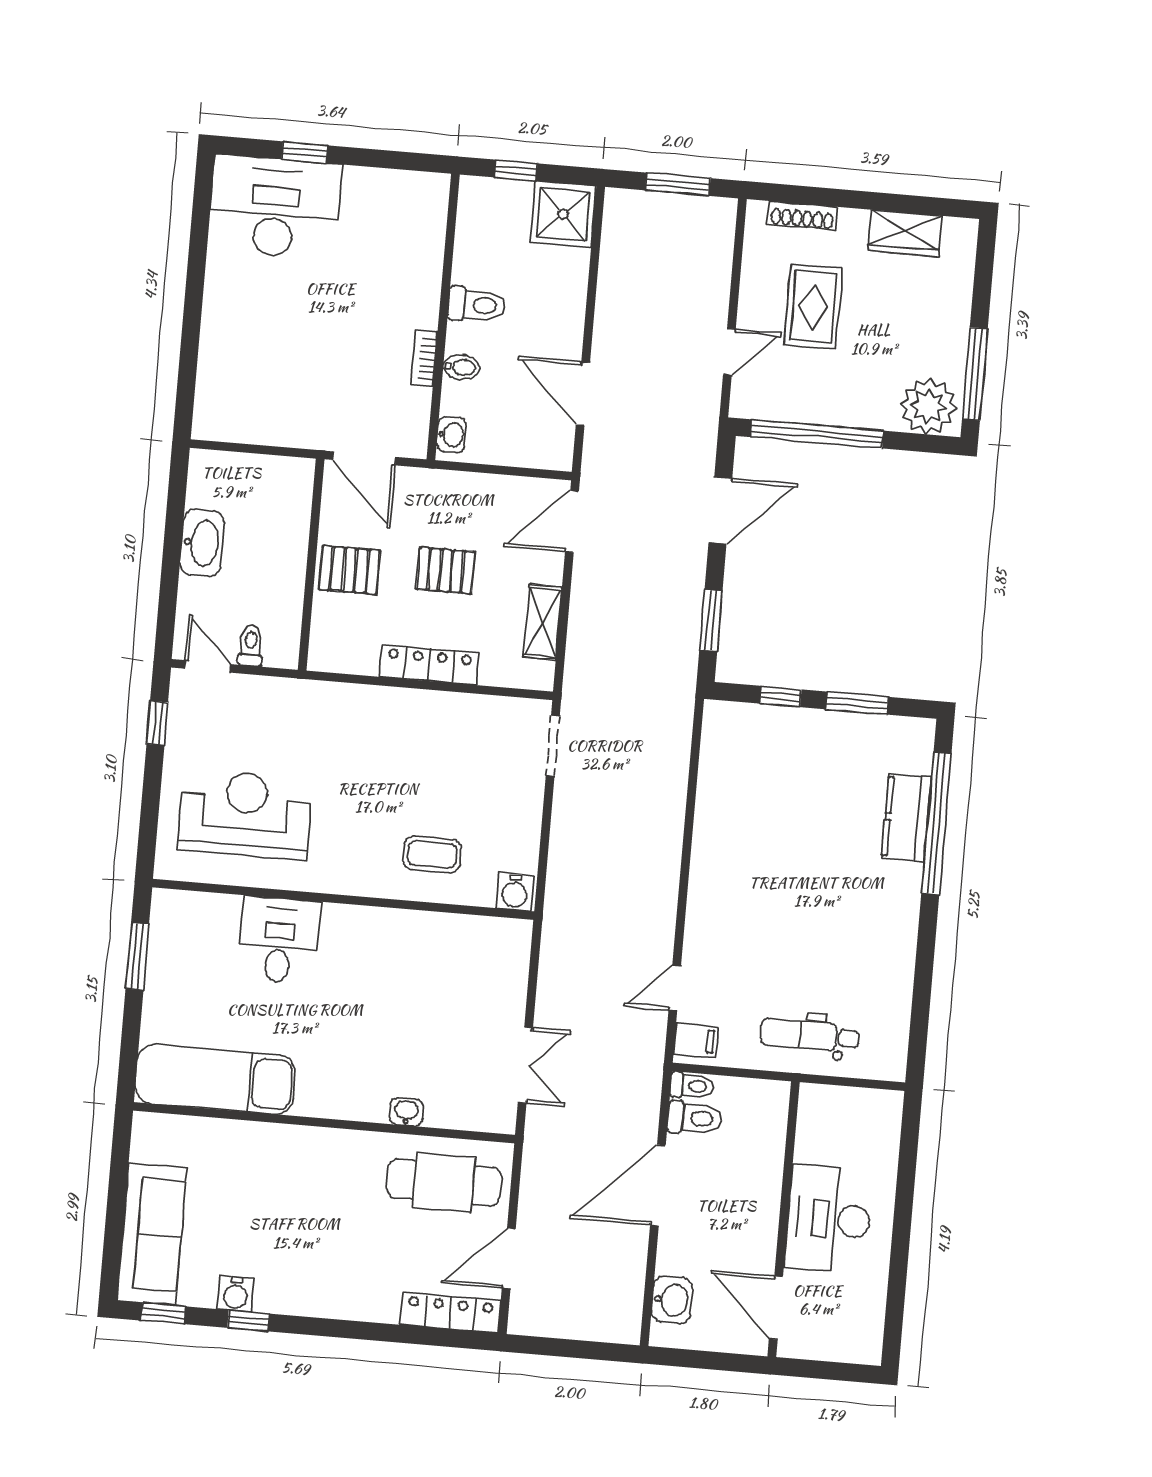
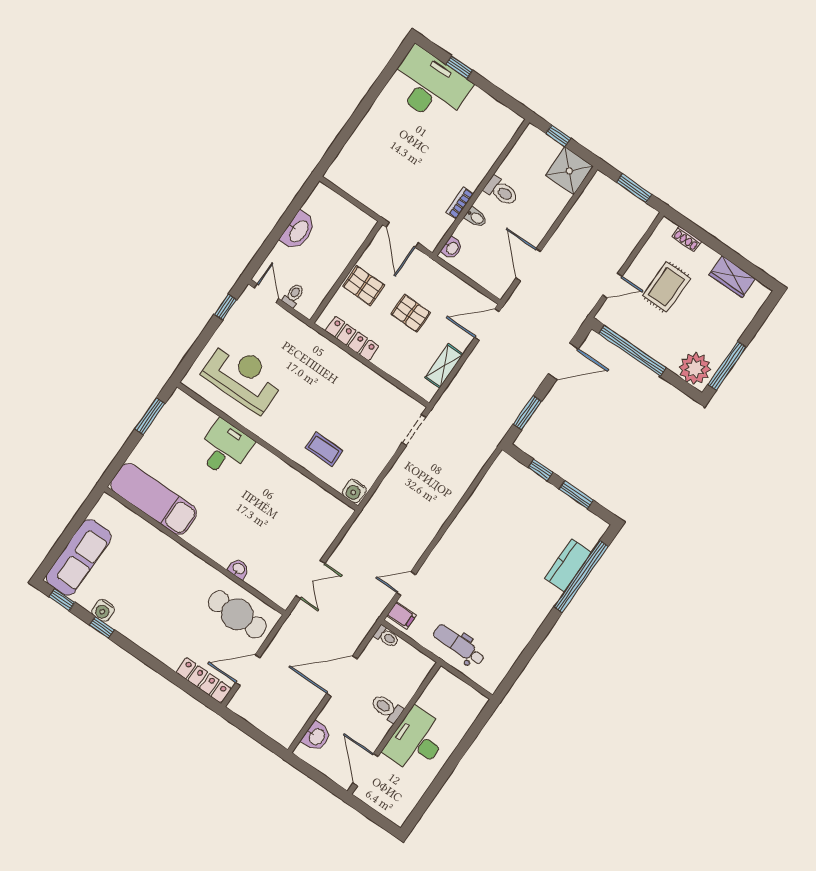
shoe rack: (802, 216) -> (687, 239), width x0.70
locker: (429, 665) -> (352, 338), moved
toilet: (695, 1118) -> (387, 708), moved, turned 180

